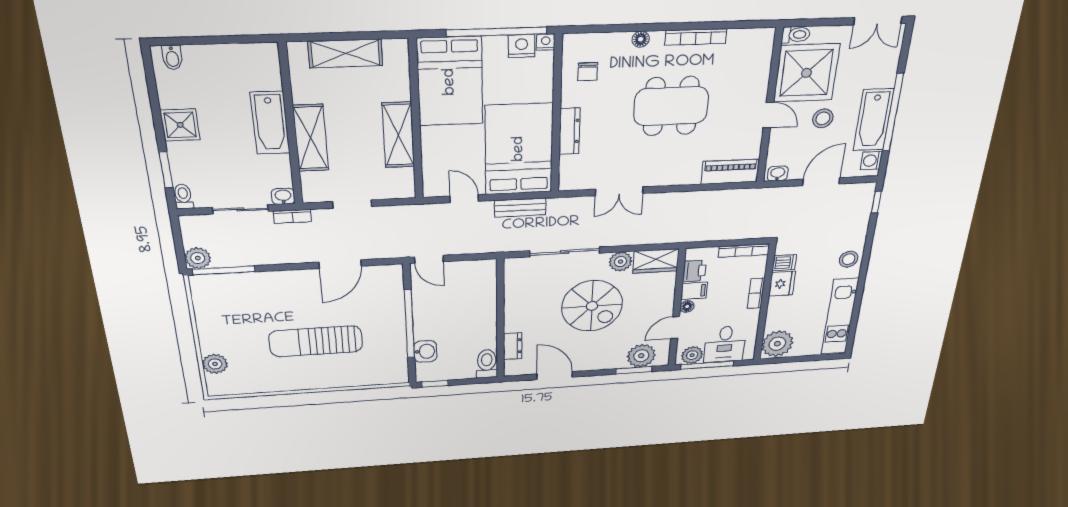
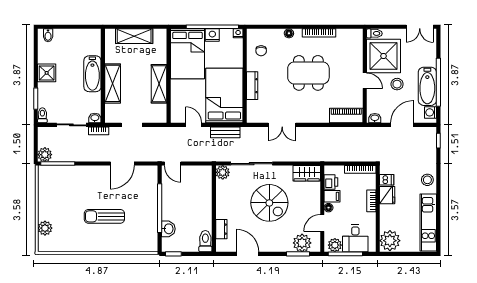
nightstand: (522, 46) -> (212, 35), moved
plant: (620, 262) -> (223, 172), moved
sun lounger: (316, 341) -> (104, 216), width x0.73, depth x0.75

